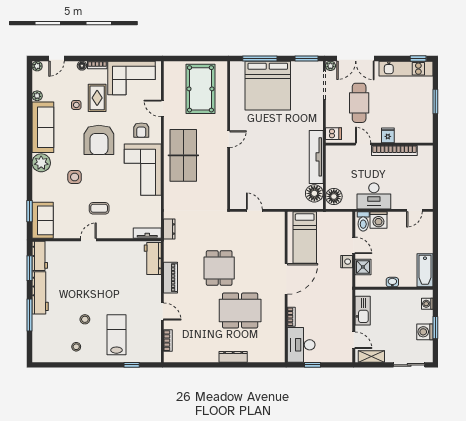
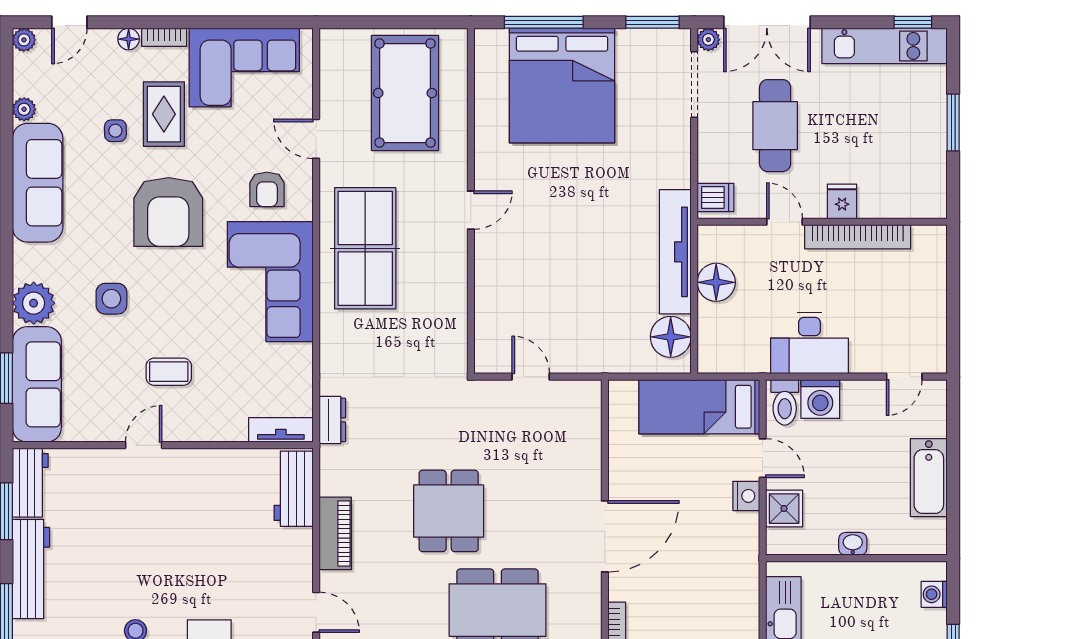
plant: (41, 163) -> (34, 303), moved
floor lamp: (334, 196) -> (716, 282), moved
sofa: (43, 220) -> (37, 384), width x1.36
bed: (305, 238) -> (699, 407), moved, turned 90
bathtub: (425, 270) -> (929, 478), moved

